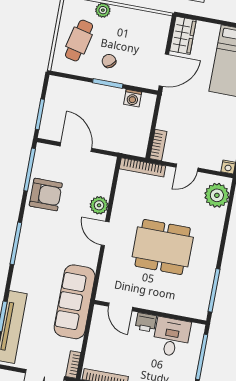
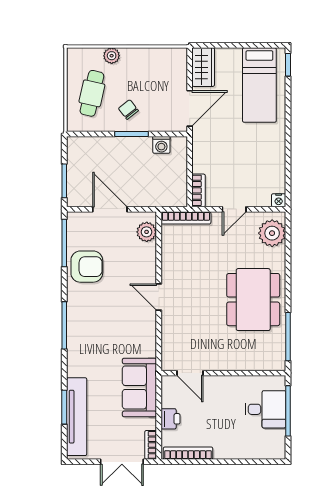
plant: (99, 205) -> (147, 232), moved
dining table: (163, 247) -> (253, 300), moved, turned 90
sofa: (75, 302) -> (139, 387), width x0.73
printer: (146, 322) -> (170, 419), moved, turned -90
desk: (171, 337) -> (265, 409), moved, turned 90

